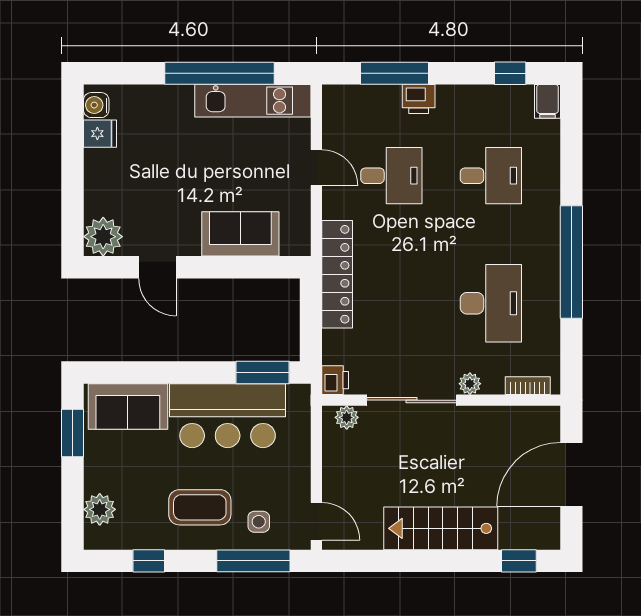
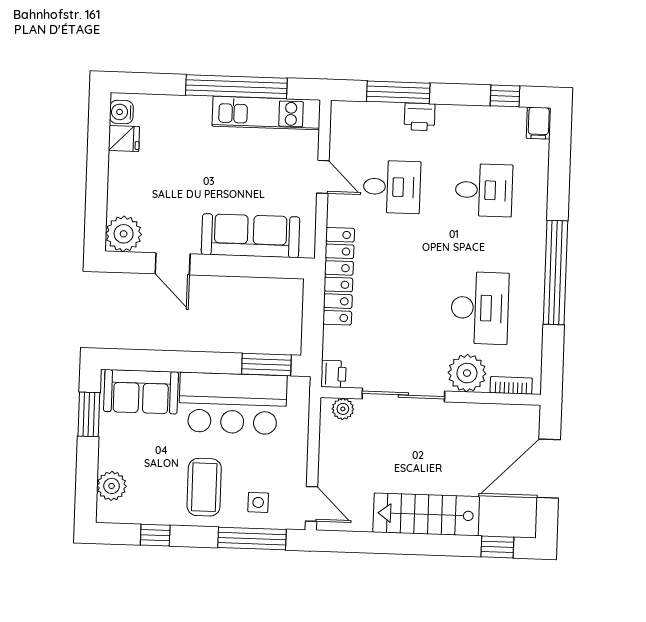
sofa: (240, 234) -> (250, 236), width x1.36
plant: (470, 384) -> (467, 373), width x1.88, depth x1.88
coffee table: (200, 507) -> (204, 487), turned 90

